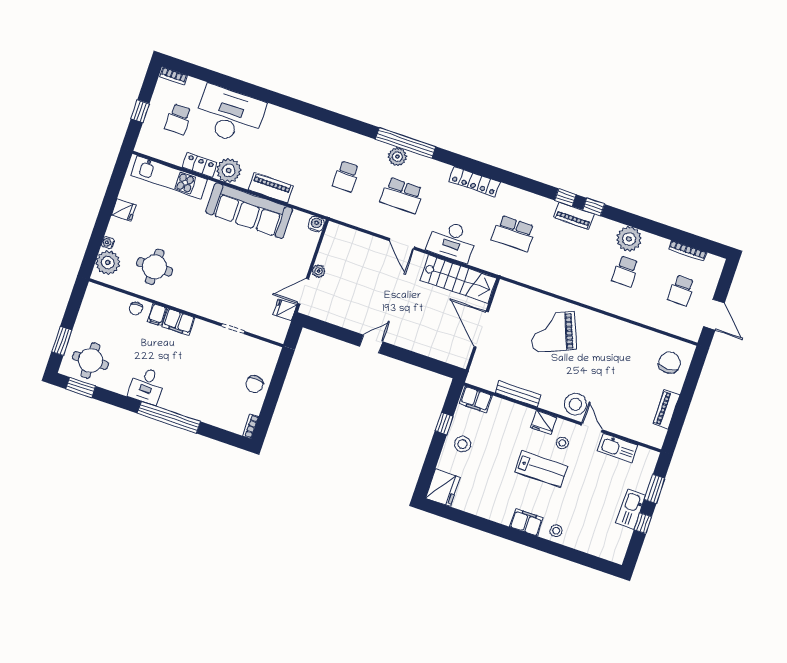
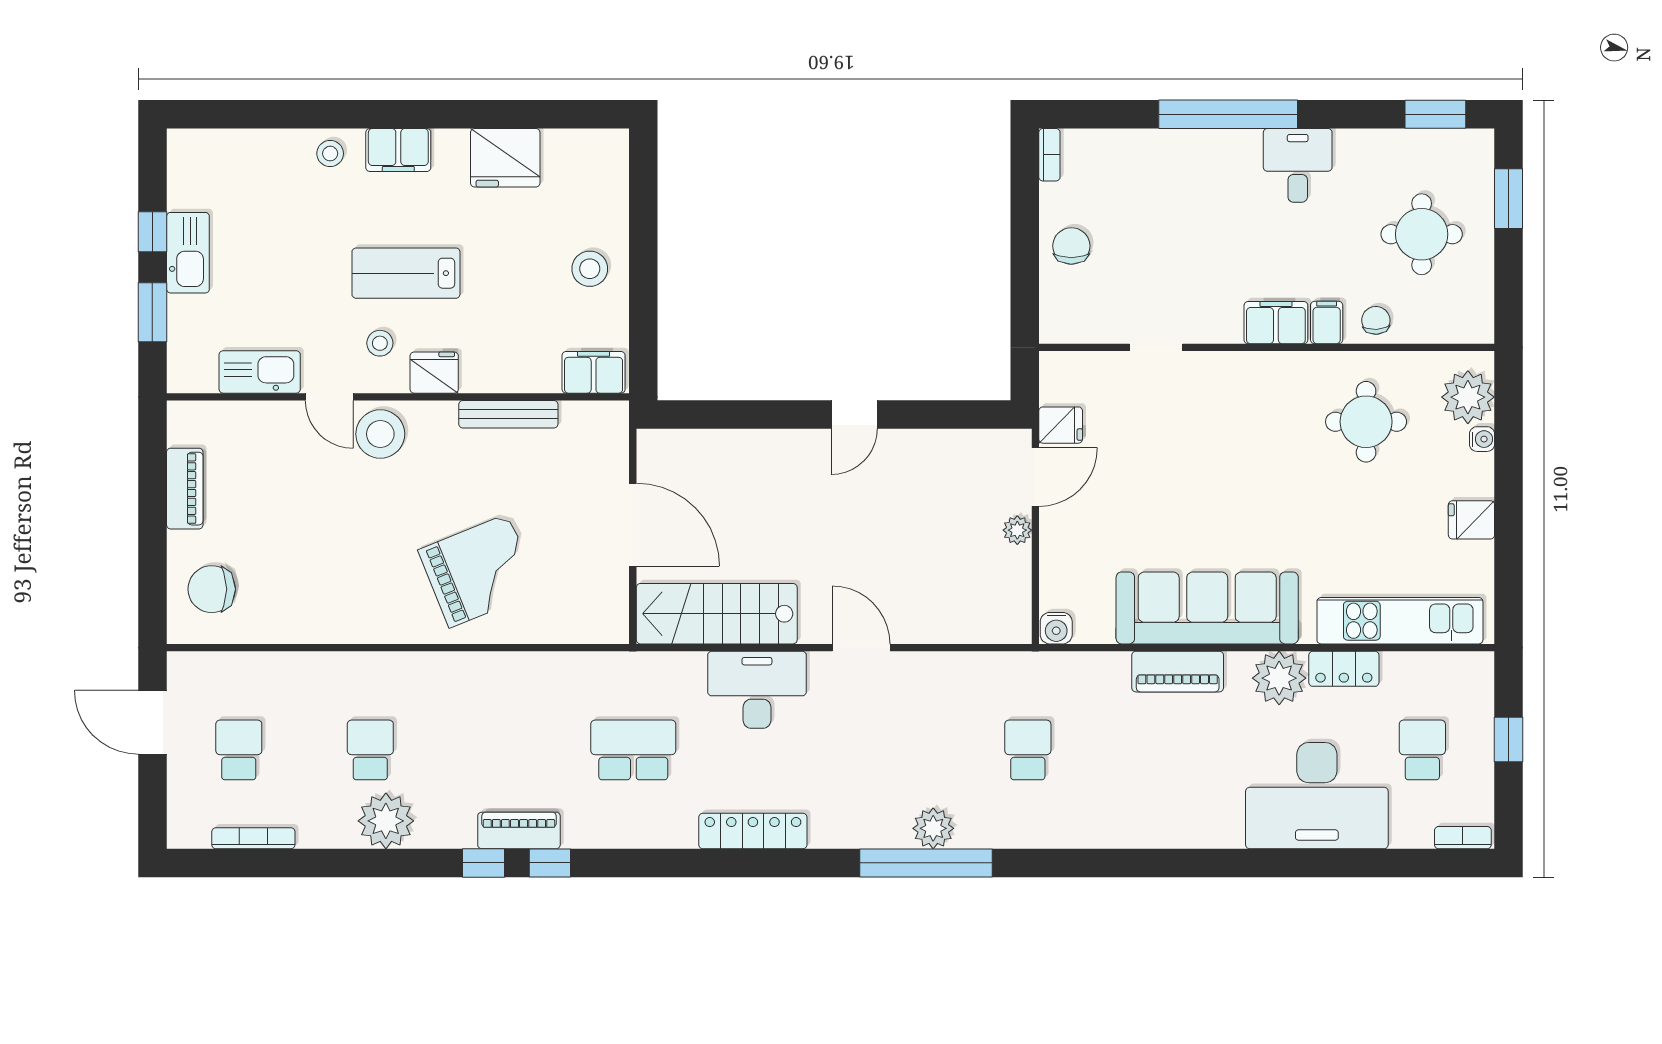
school desk: (402, 195) -> (896, 750), removed
round table: (90, 361) -> (1422, 234), moved
chair: (669, 363) -> (212, 589), turned 90
window: (444, 424) -> (643, 299), removed
fridge: (443, 488) -> (505, 158), moved, turned -90

